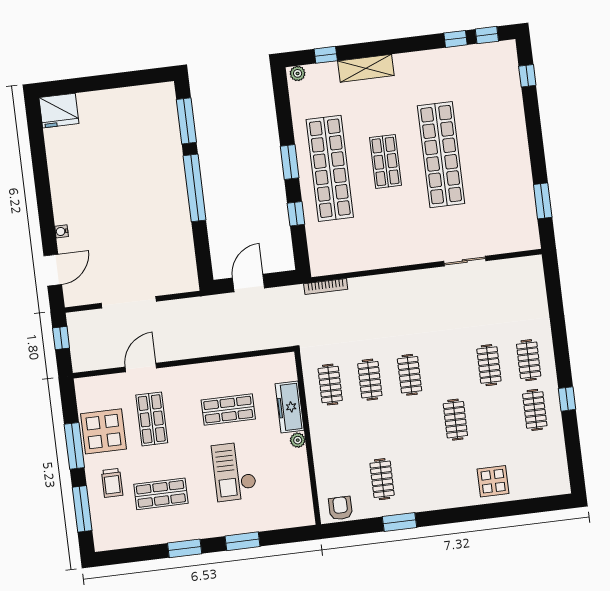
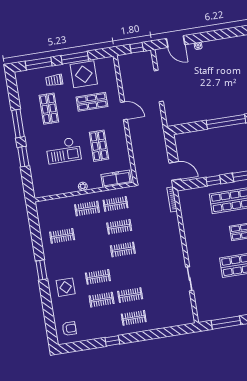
window: (543, 201) -> (226, 323), width x1.44
door: (249, 283) -> (175, 171), moved
door: (141, 368) -> (124, 111), moved
freezer: (290, 407) -> (116, 179), moved
clothes rail: (535, 410) -> (102, 300), moved
clothes rail: (336, 434) -> (87, 209), added
checkout: (234, 471) -> (63, 150), turned 180
display table: (493, 481) -> (66, 287), moved
armchair: (340, 508) -> (69, 329), moved
window: (399, 522) -> (41, 270), moved
window: (185, 548) -> (18, 123), width x1.44

